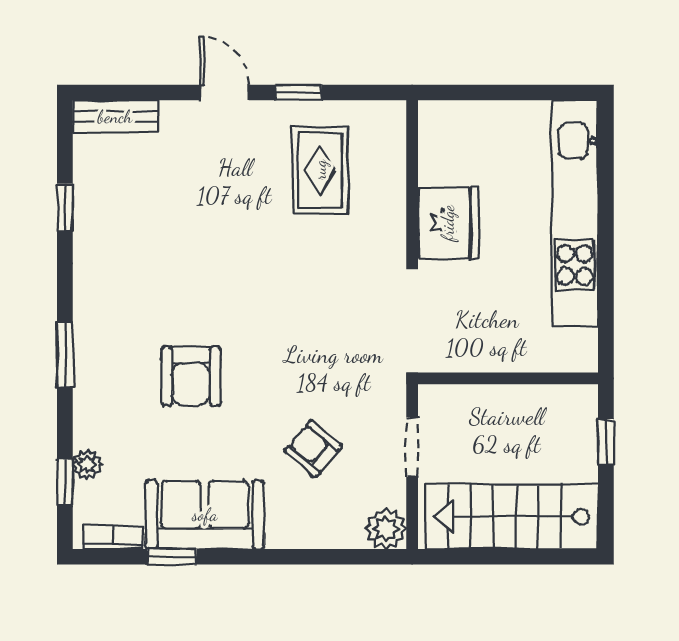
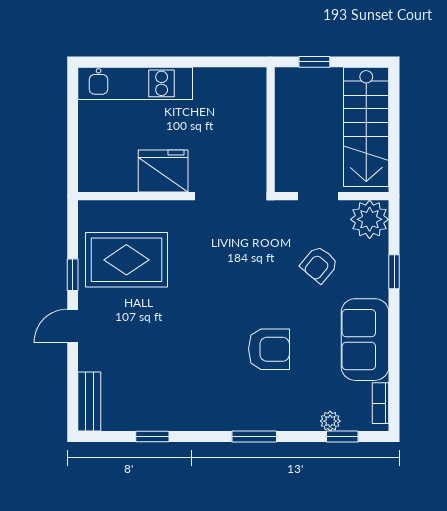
rug: (320, 170) -> (126, 260), width x1.36, depth x1.43
kitchen unit: (575, 213) -> (135, 83), width x0.73
plant: (386, 529) -> (370, 219), width x1.36, depth x1.36
window: (172, 557) -> (394, 272), moved

